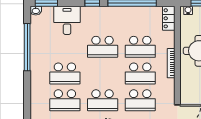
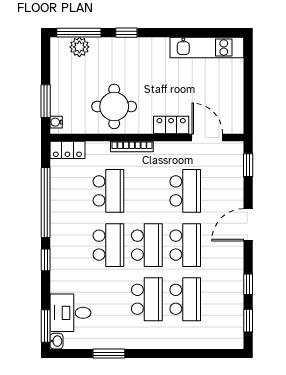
desk: (67, 20) -> (70, 313), moved
window: (27, 47) -> (109, 354), width x0.47
school desk: (140, 74) -> (147, 245), moved
locker: (186, 90) -> (171, 125), added

